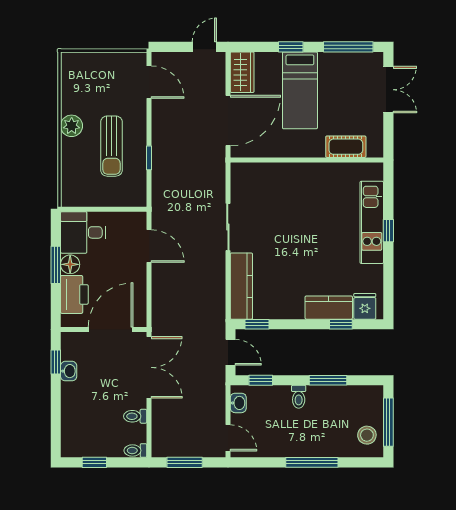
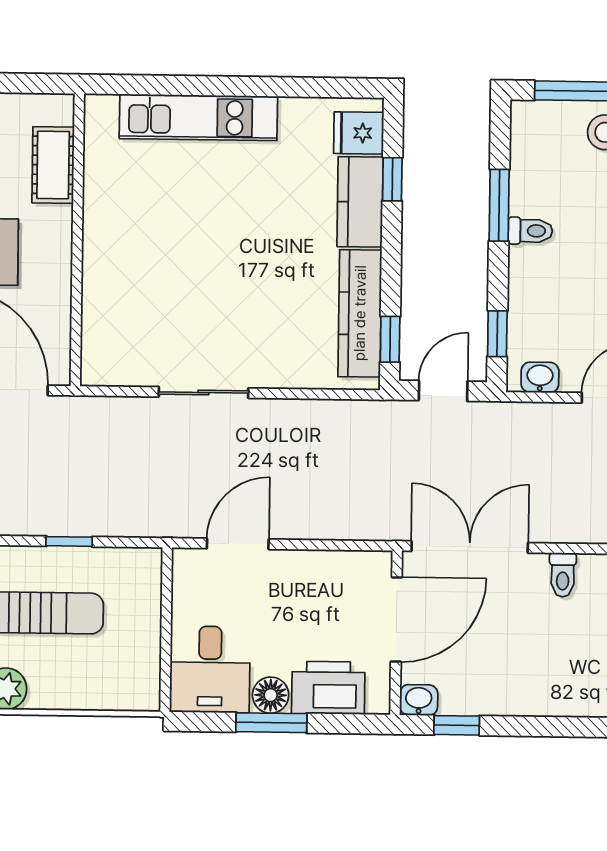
window: (388, 231) -> (215, 86), removed
kitchen counter: (241, 286) -> (360, 313), moved, turned -90
door: (111, 330) -> (396, 620), swing flipped
washbasin: (69, 371) -> (419, 700), moved
toilet: (299, 397) -> (530, 231), moved

